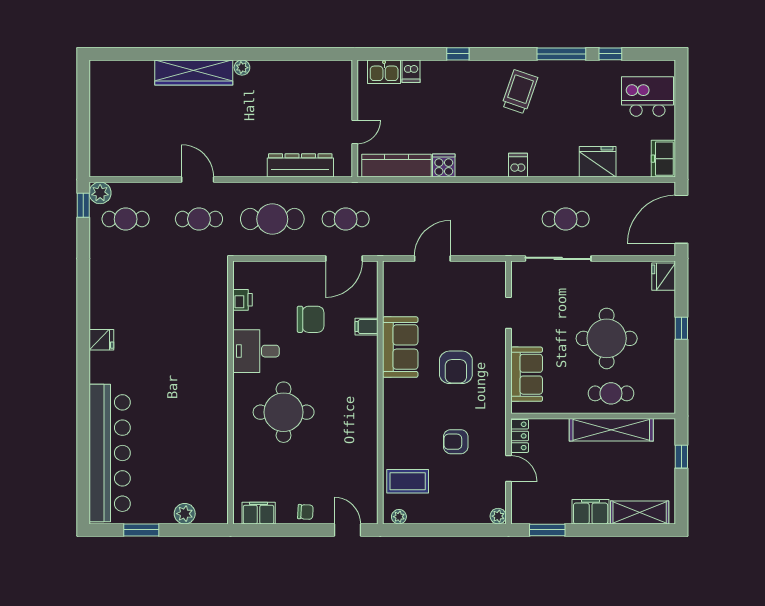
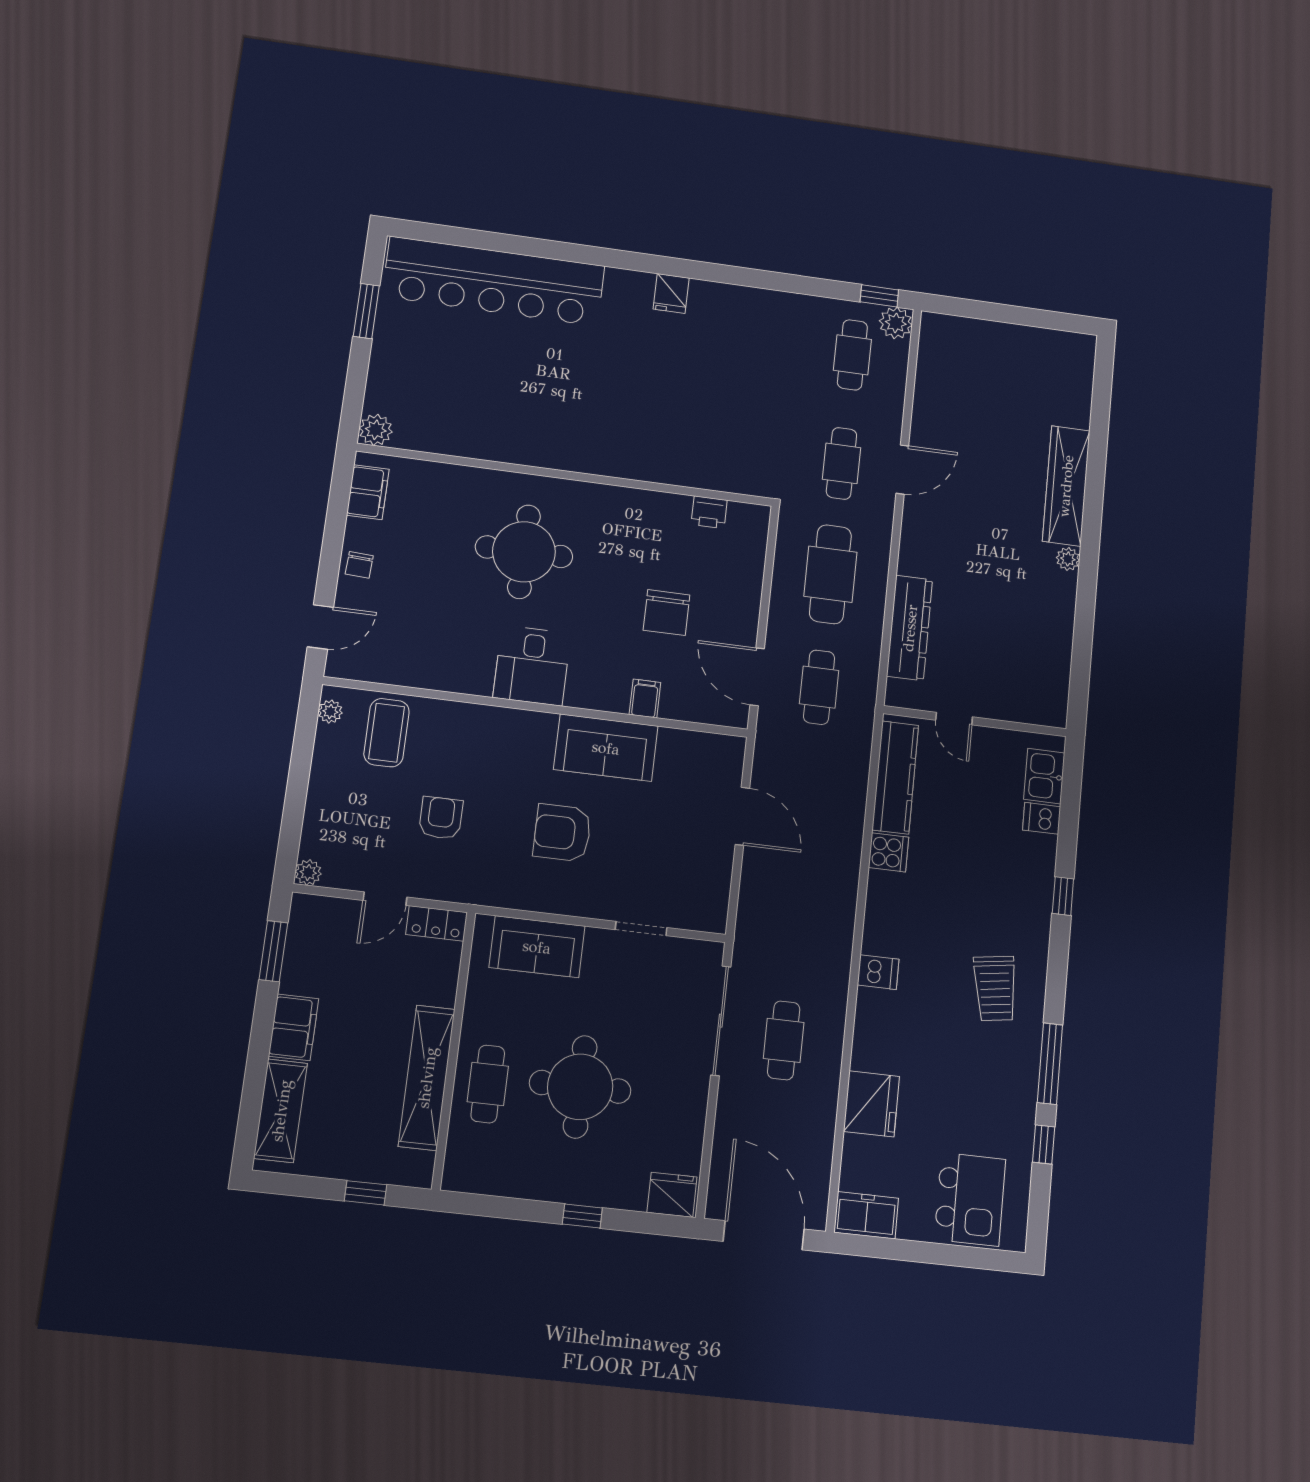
trolley: (520, 92) -> (995, 988), turned 63
desk: (256, 351) -> (532, 666), moved, turned 180
plant: (185, 514) -> (376, 430), moved

